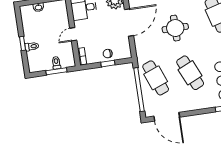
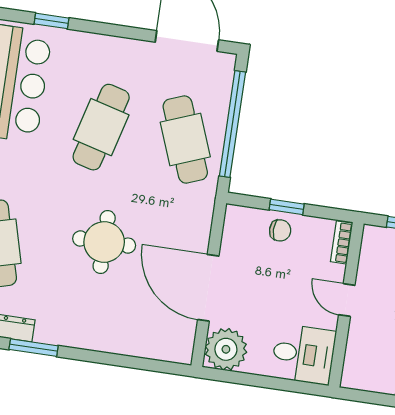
door: (129, 22) -> (208, 288), hinge flipped
door: (73, 34) -> (347, 300), swing flipped
cafe table: (190, 73) -> (101, 127), turned 39

